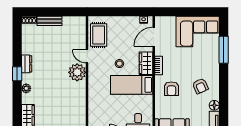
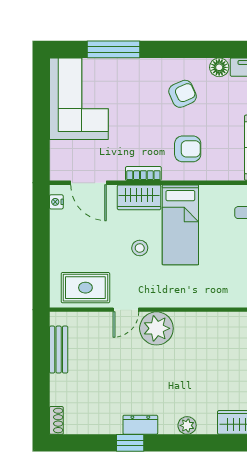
bench: (50, 21) -> (59, 350), moved
window: (17, 74) -> (130, 443), moved

